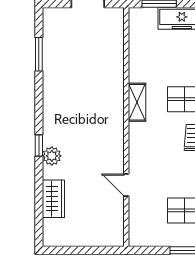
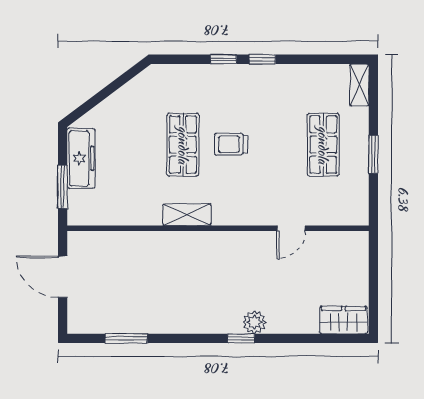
wardrobe: (53, 199) -> (344, 320), moved

